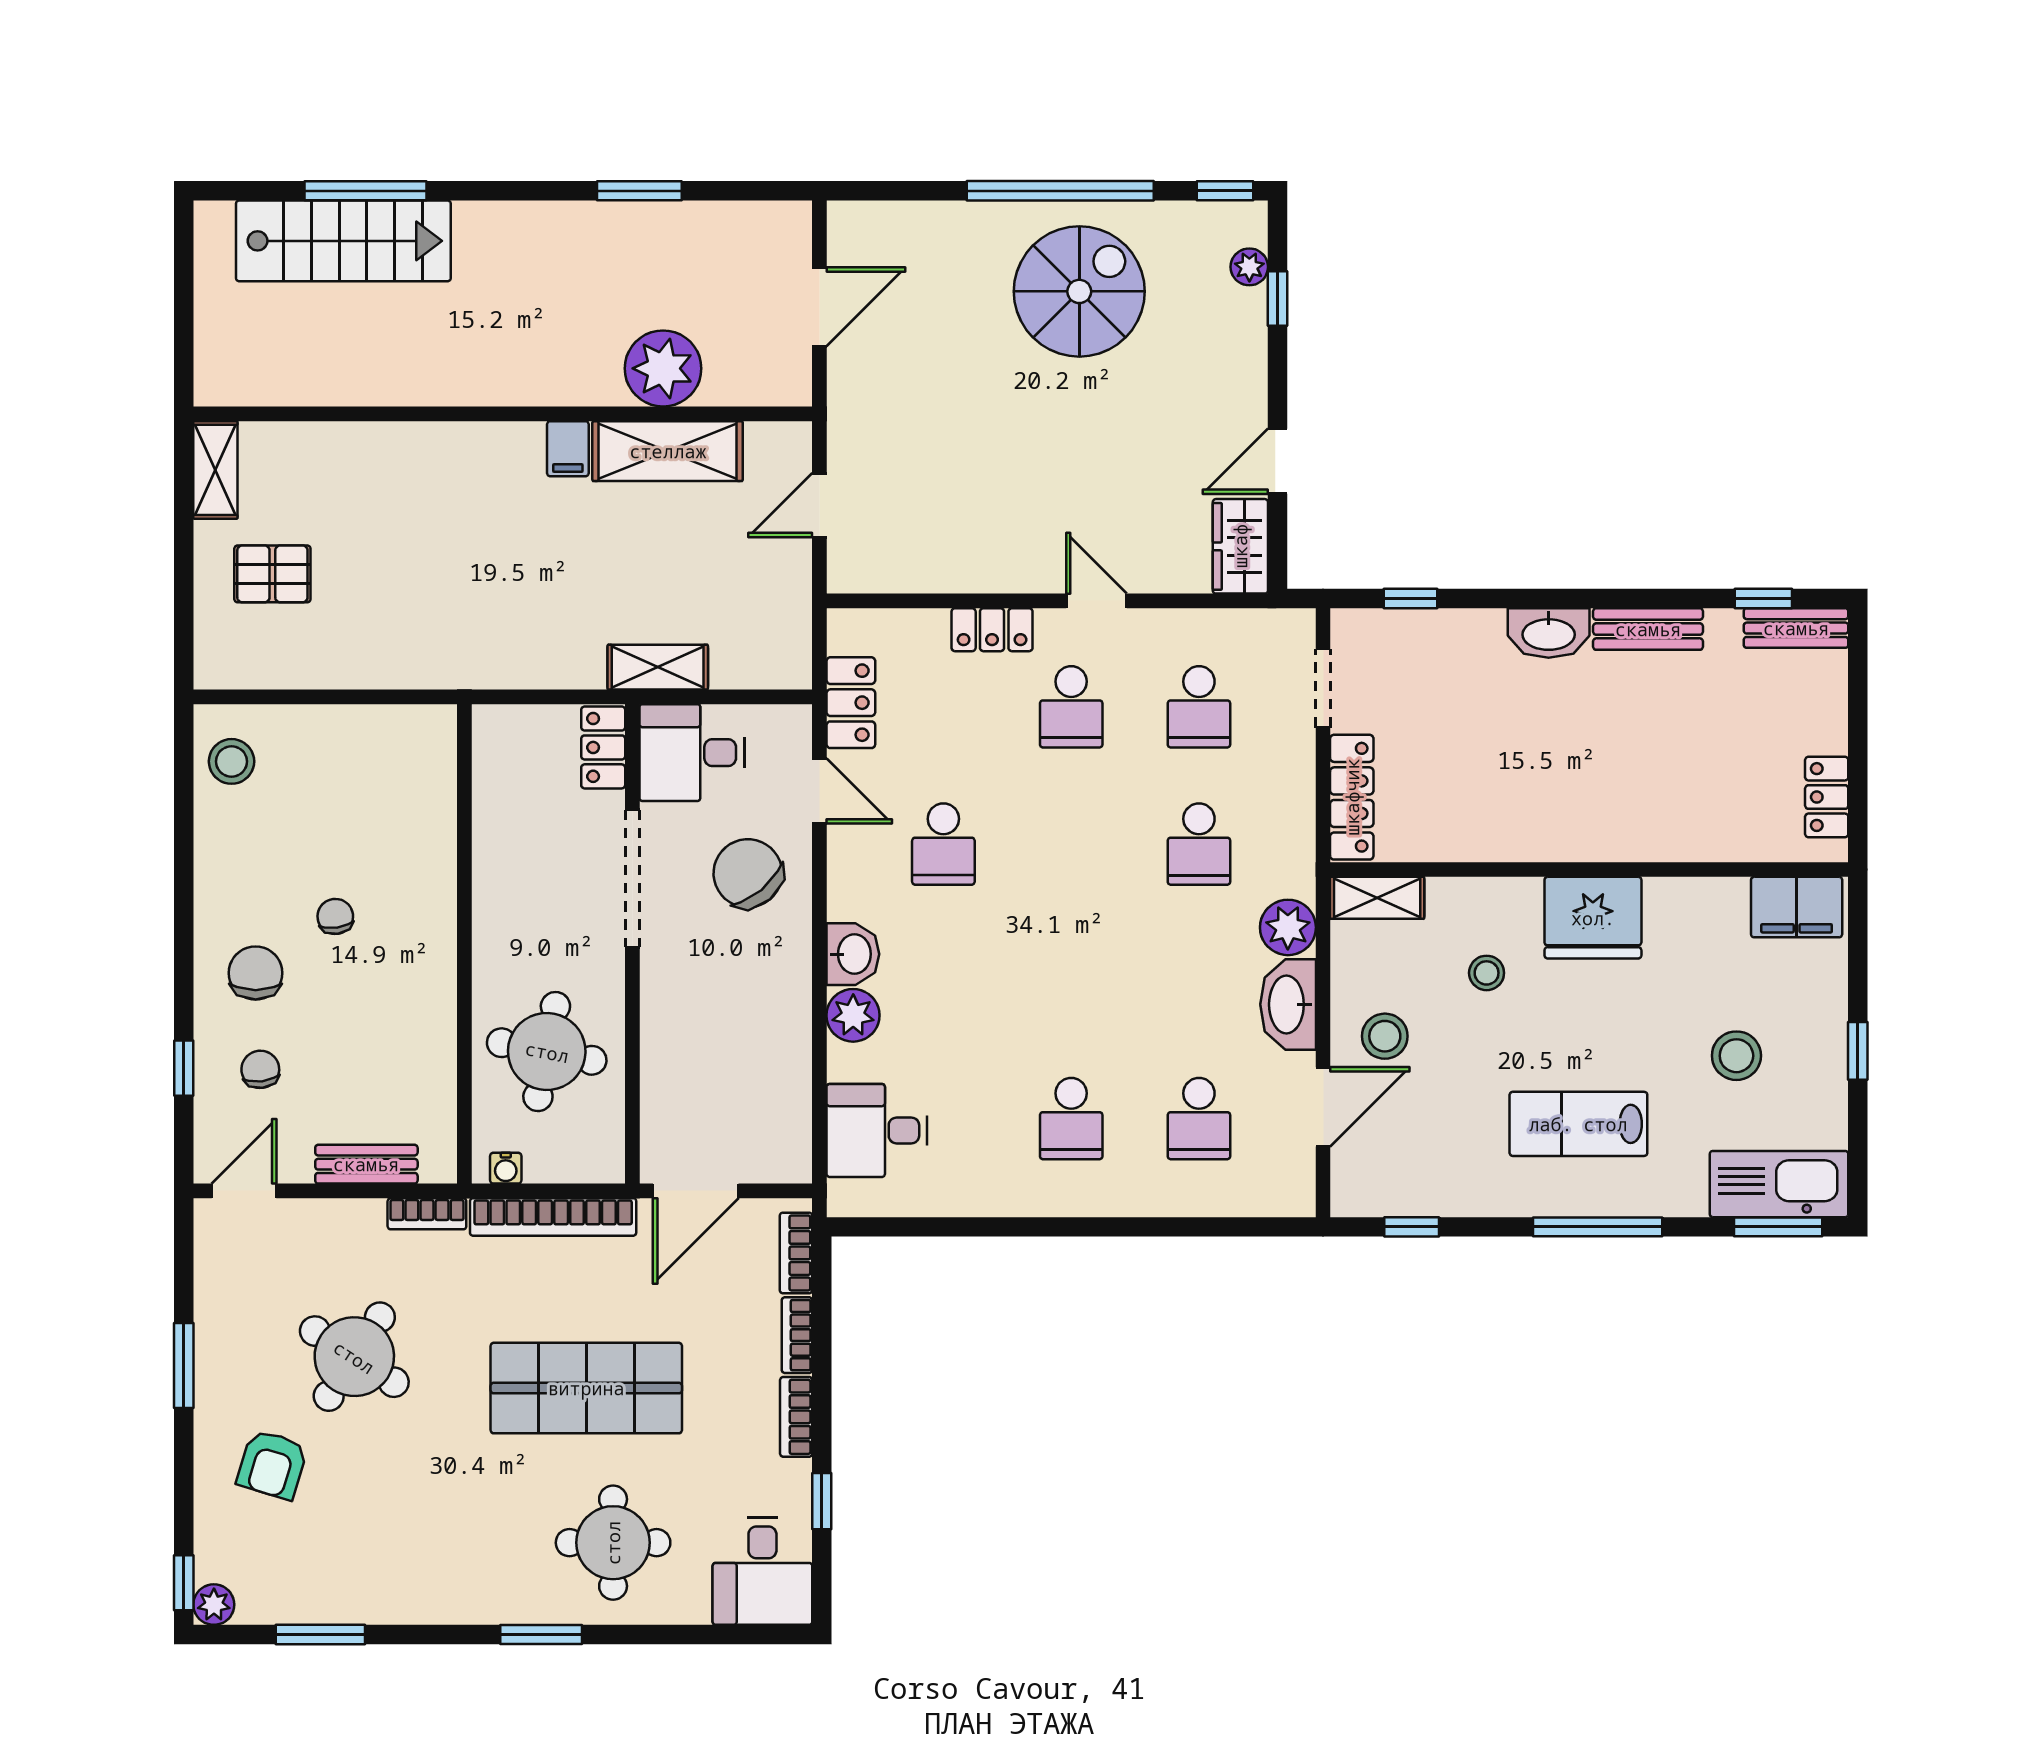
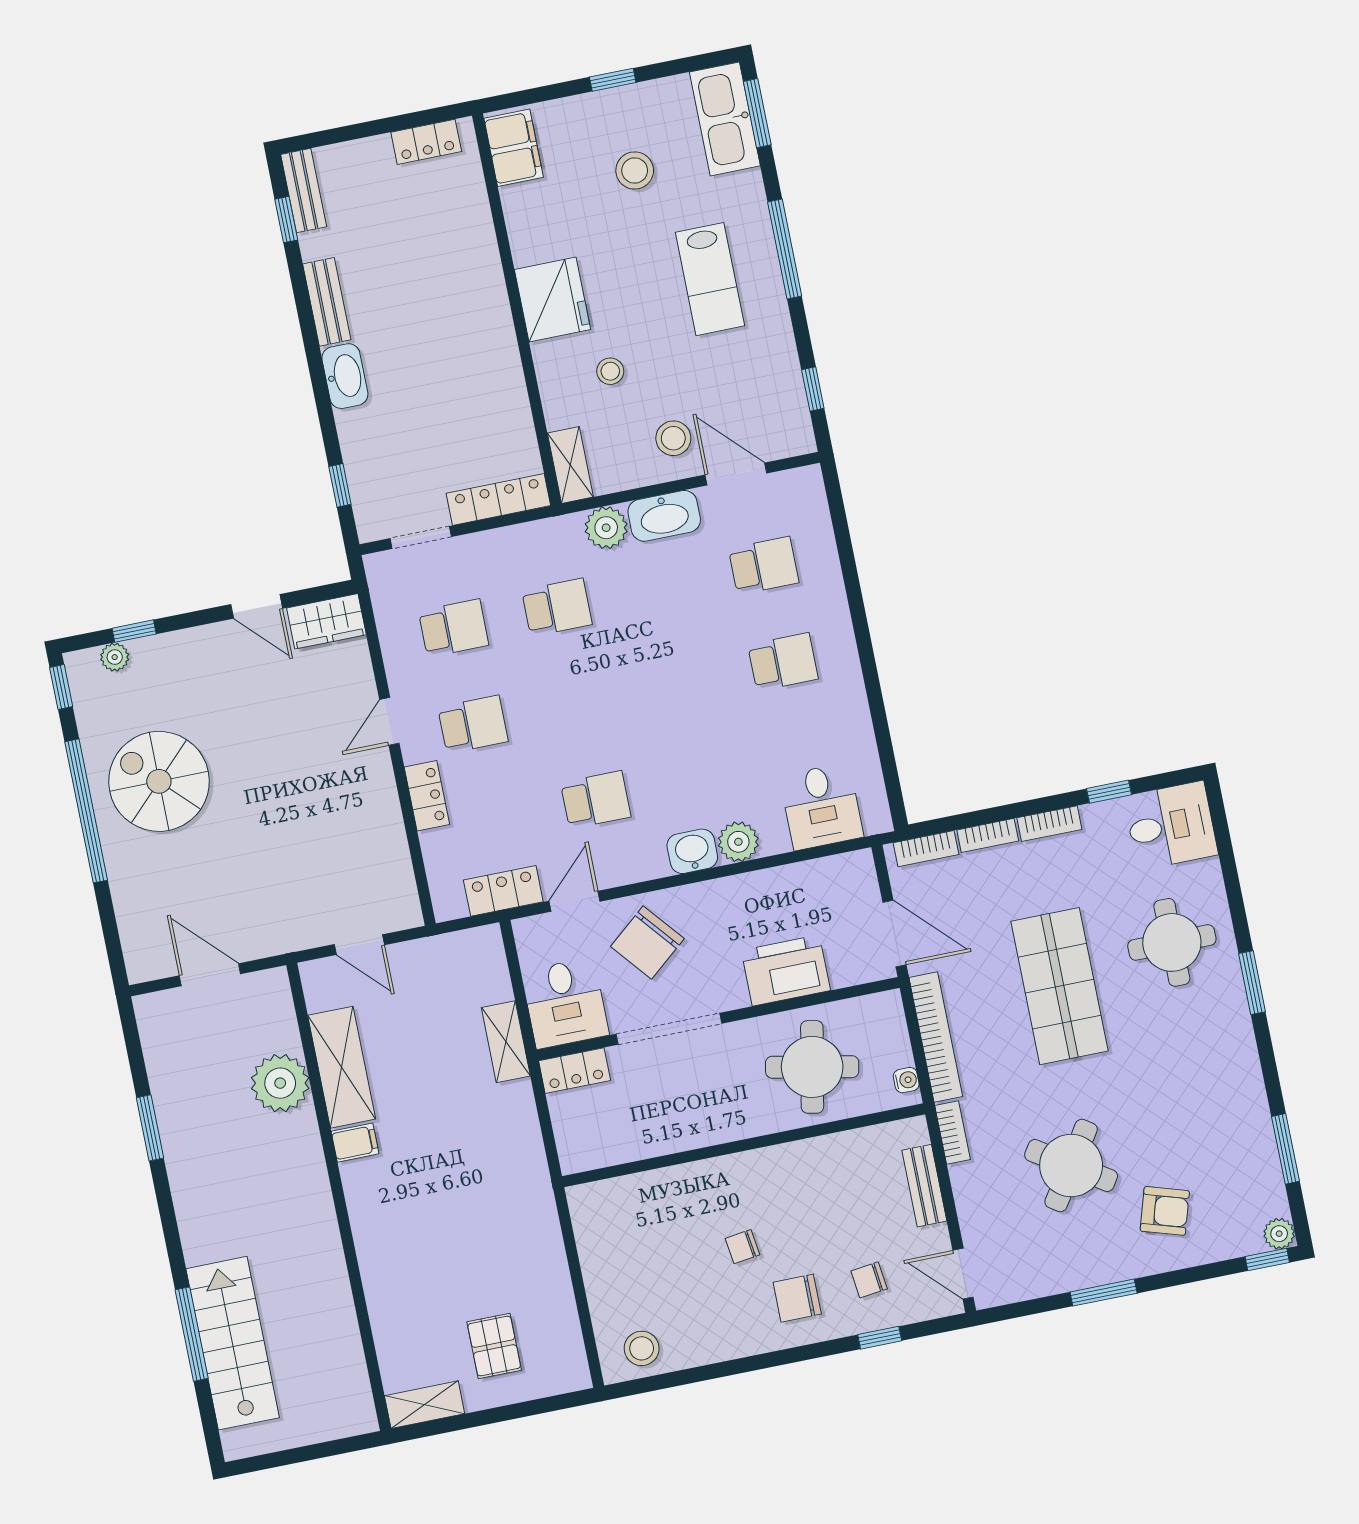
printer: (677, 1043) -> (786, 970), added

